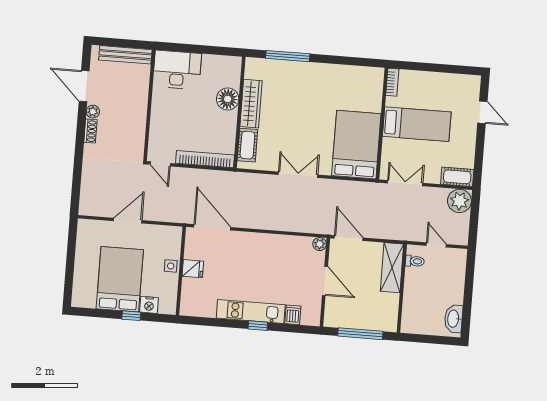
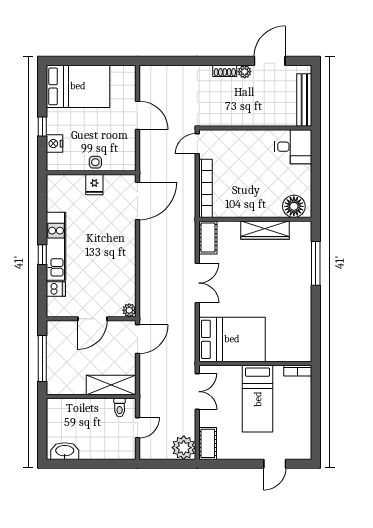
desk: (177, 70) -> (293, 147), width x0.73
floor lamp: (228, 99) -> (294, 206), moved
cot: (247, 145) -> (208, 237), moved, turned 90
bed: (120, 279) -> (78, 86), moved

